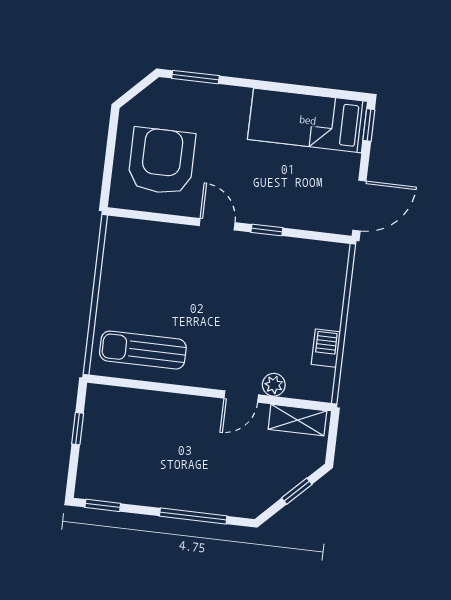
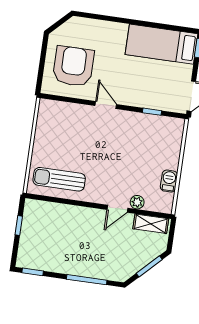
window: (196, 77) -> (95, 16), removed
window: (267, 230) -> (152, 112), moved
window: (297, 491) -> (149, 266), width x1.50

